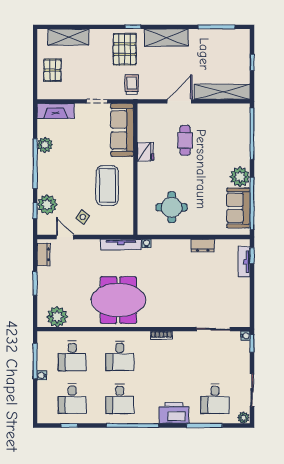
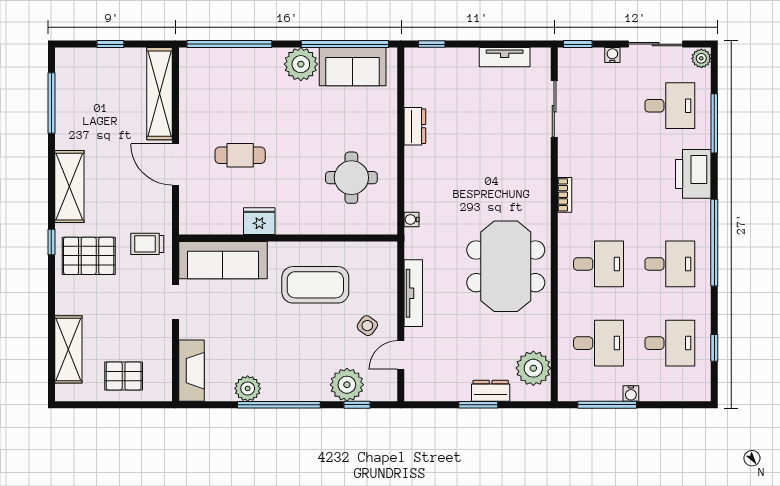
tv unit: (121, 245) -> (413, 293), moved
dresser: (44, 255) -> (491, 391), moved
tv unit: (244, 262) -> (505, 57), moved
water cooler: (245, 336) -> (612, 55), moved

